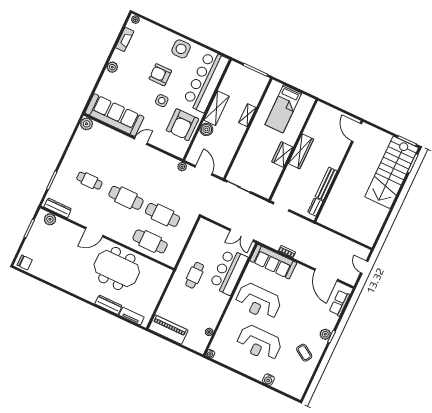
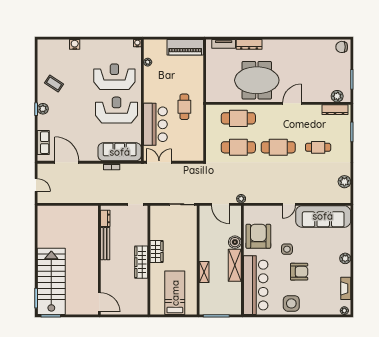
plant: (87, 124) -> (344, 182), moved
reception desk: (259, 343) -> (114, 77), moved

